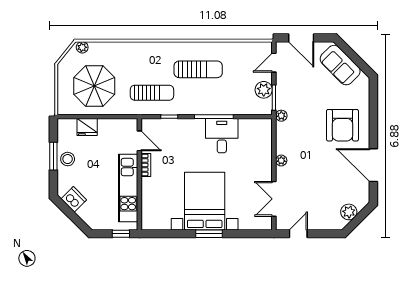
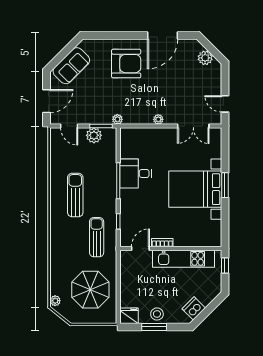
fridge: (87, 127) -> (129, 316), moved, turned -90

